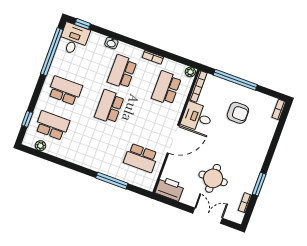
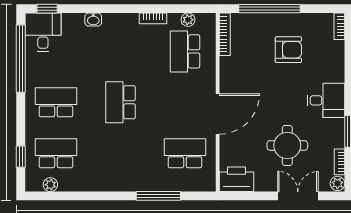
school desk: (122, 72) -> (120, 51), removed
plant: (190, 72) -> (188, 20), moved
desk: (197, 117) -> (326, 100), moved, turned 180
school desk: (141, 158) -> (185, 153), turned 180
plant: (238, 217) -> (337, 183), added

